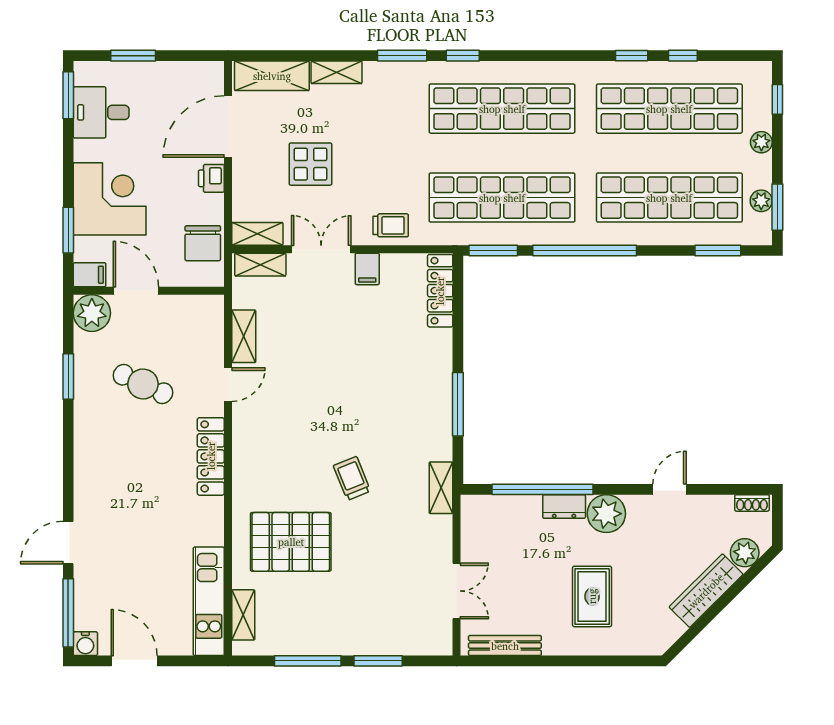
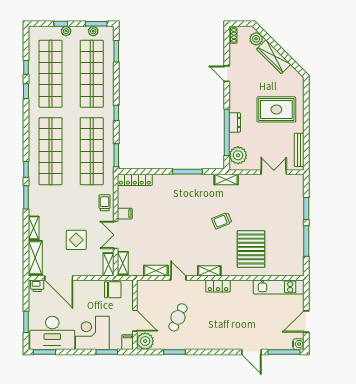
window: (777, 99) -> (61, 24), moved
desk: (101, 112) -> (52, 333), width x1.87, depth x1.30
printer: (211, 178) -> (37, 286), moved
window: (585, 250) -> (116, 113), width x0.32
door: (136, 291) -> (135, 321), swing flipped
locker: (211, 456) -> (218, 286), width x0.66
plant: (606, 514) -> (238, 155), moved
rug: (592, 596) -> (276, 109), width x1.36, depth x1.43
shelving: (243, 615) -> (209, 271), moved

